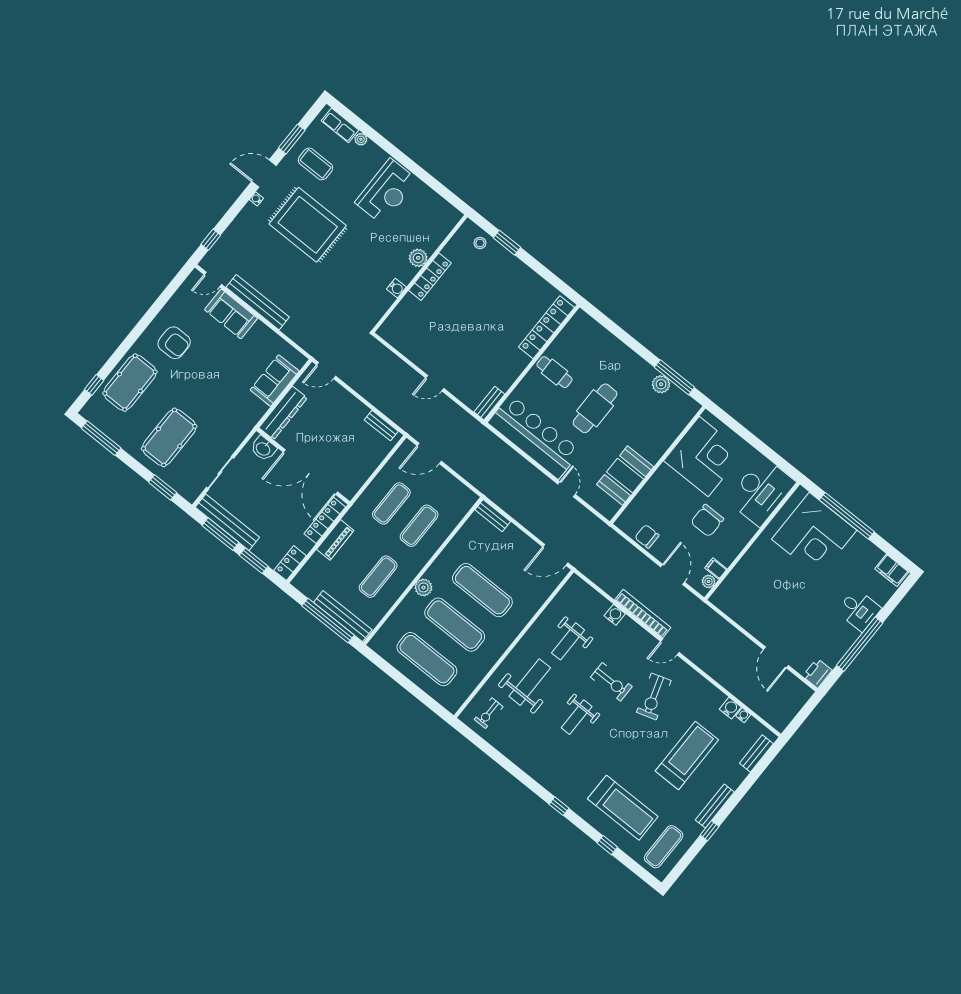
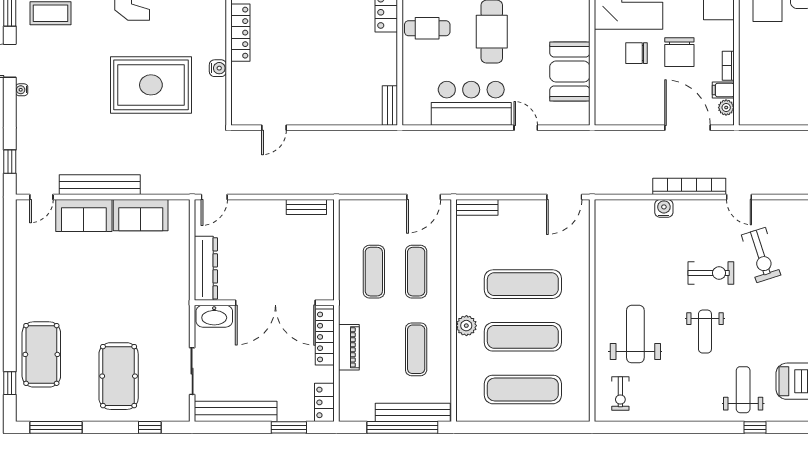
rug: (308, 225) -> (151, 85), moved
plant: (418, 258) -> (216, 24), removed
armchair: (174, 343) -> (53, 285), removed
sofa: (275, 381) -> (141, 215), moved, turned -90
door: (435, 383) -> (274, 128), moved
bar counter: (534, 437) -> (471, 103), width x0.73
washbasin: (263, 449) -> (214, 316), width x1.38
door: (429, 453) -> (424, 197), moved
window: (163, 487) -> (150, 427), width x0.67
window: (220, 534) -> (238, 427), removed
chair: (647, 536) -> (637, 53), moved
bookcase: (732, 555) -> (728, 66), added
door: (673, 574) -> (688, 128), width x1.36
weight bench: (568, 641) -> (743, 390), moved, turned 180
door: (670, 647) -> (739, 197), hinge flipped

